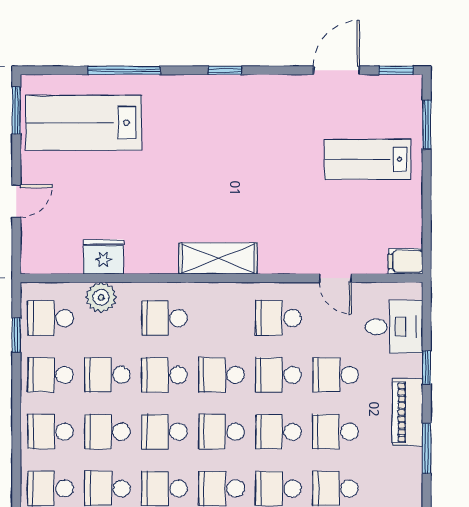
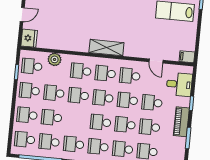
fridge: (103, 257) -> (29, 38), moved, turned 90
school desk: (164, 432) -> (105, 73), moved

